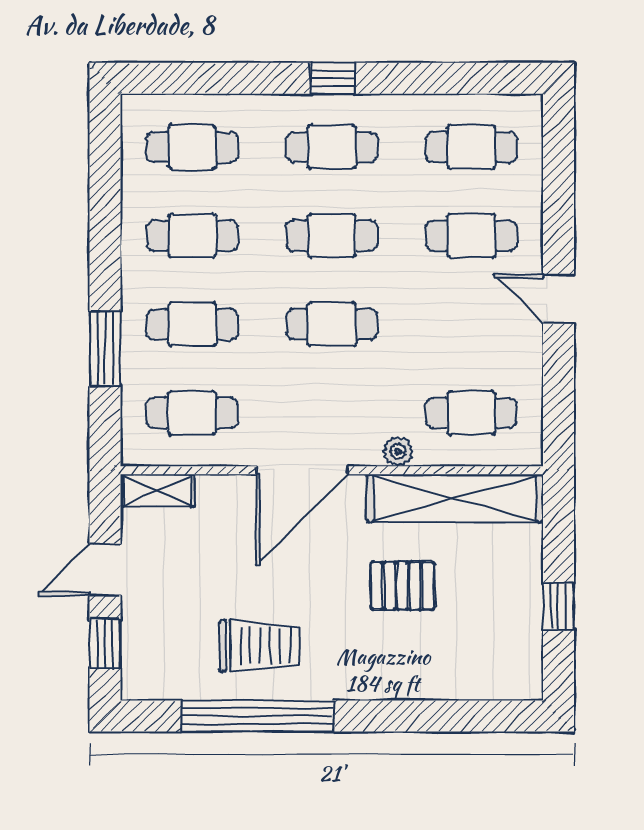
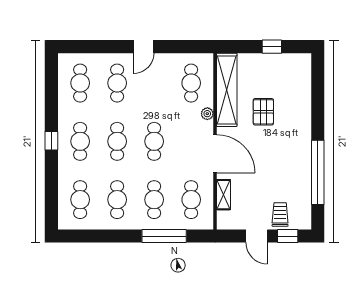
window: (105, 348) -> (164, 236), width x1.44
shelving: (157, 491) -> (224, 195), moved
trolley: (259, 646) -> (280, 214), moved, width x0.73, depth x0.72

